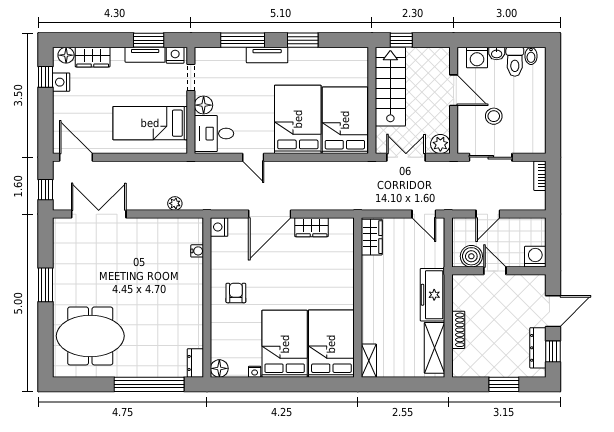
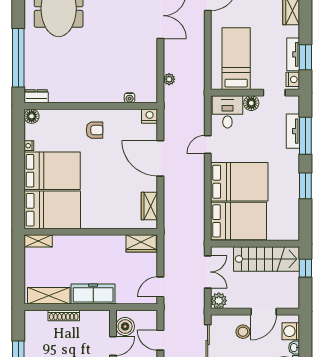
tv unit: (267, 55) -> (293, 131), moved
stool: (494, 116) -> (243, 332), moved
wardrobe: (311, 227) -> (149, 206), moved

